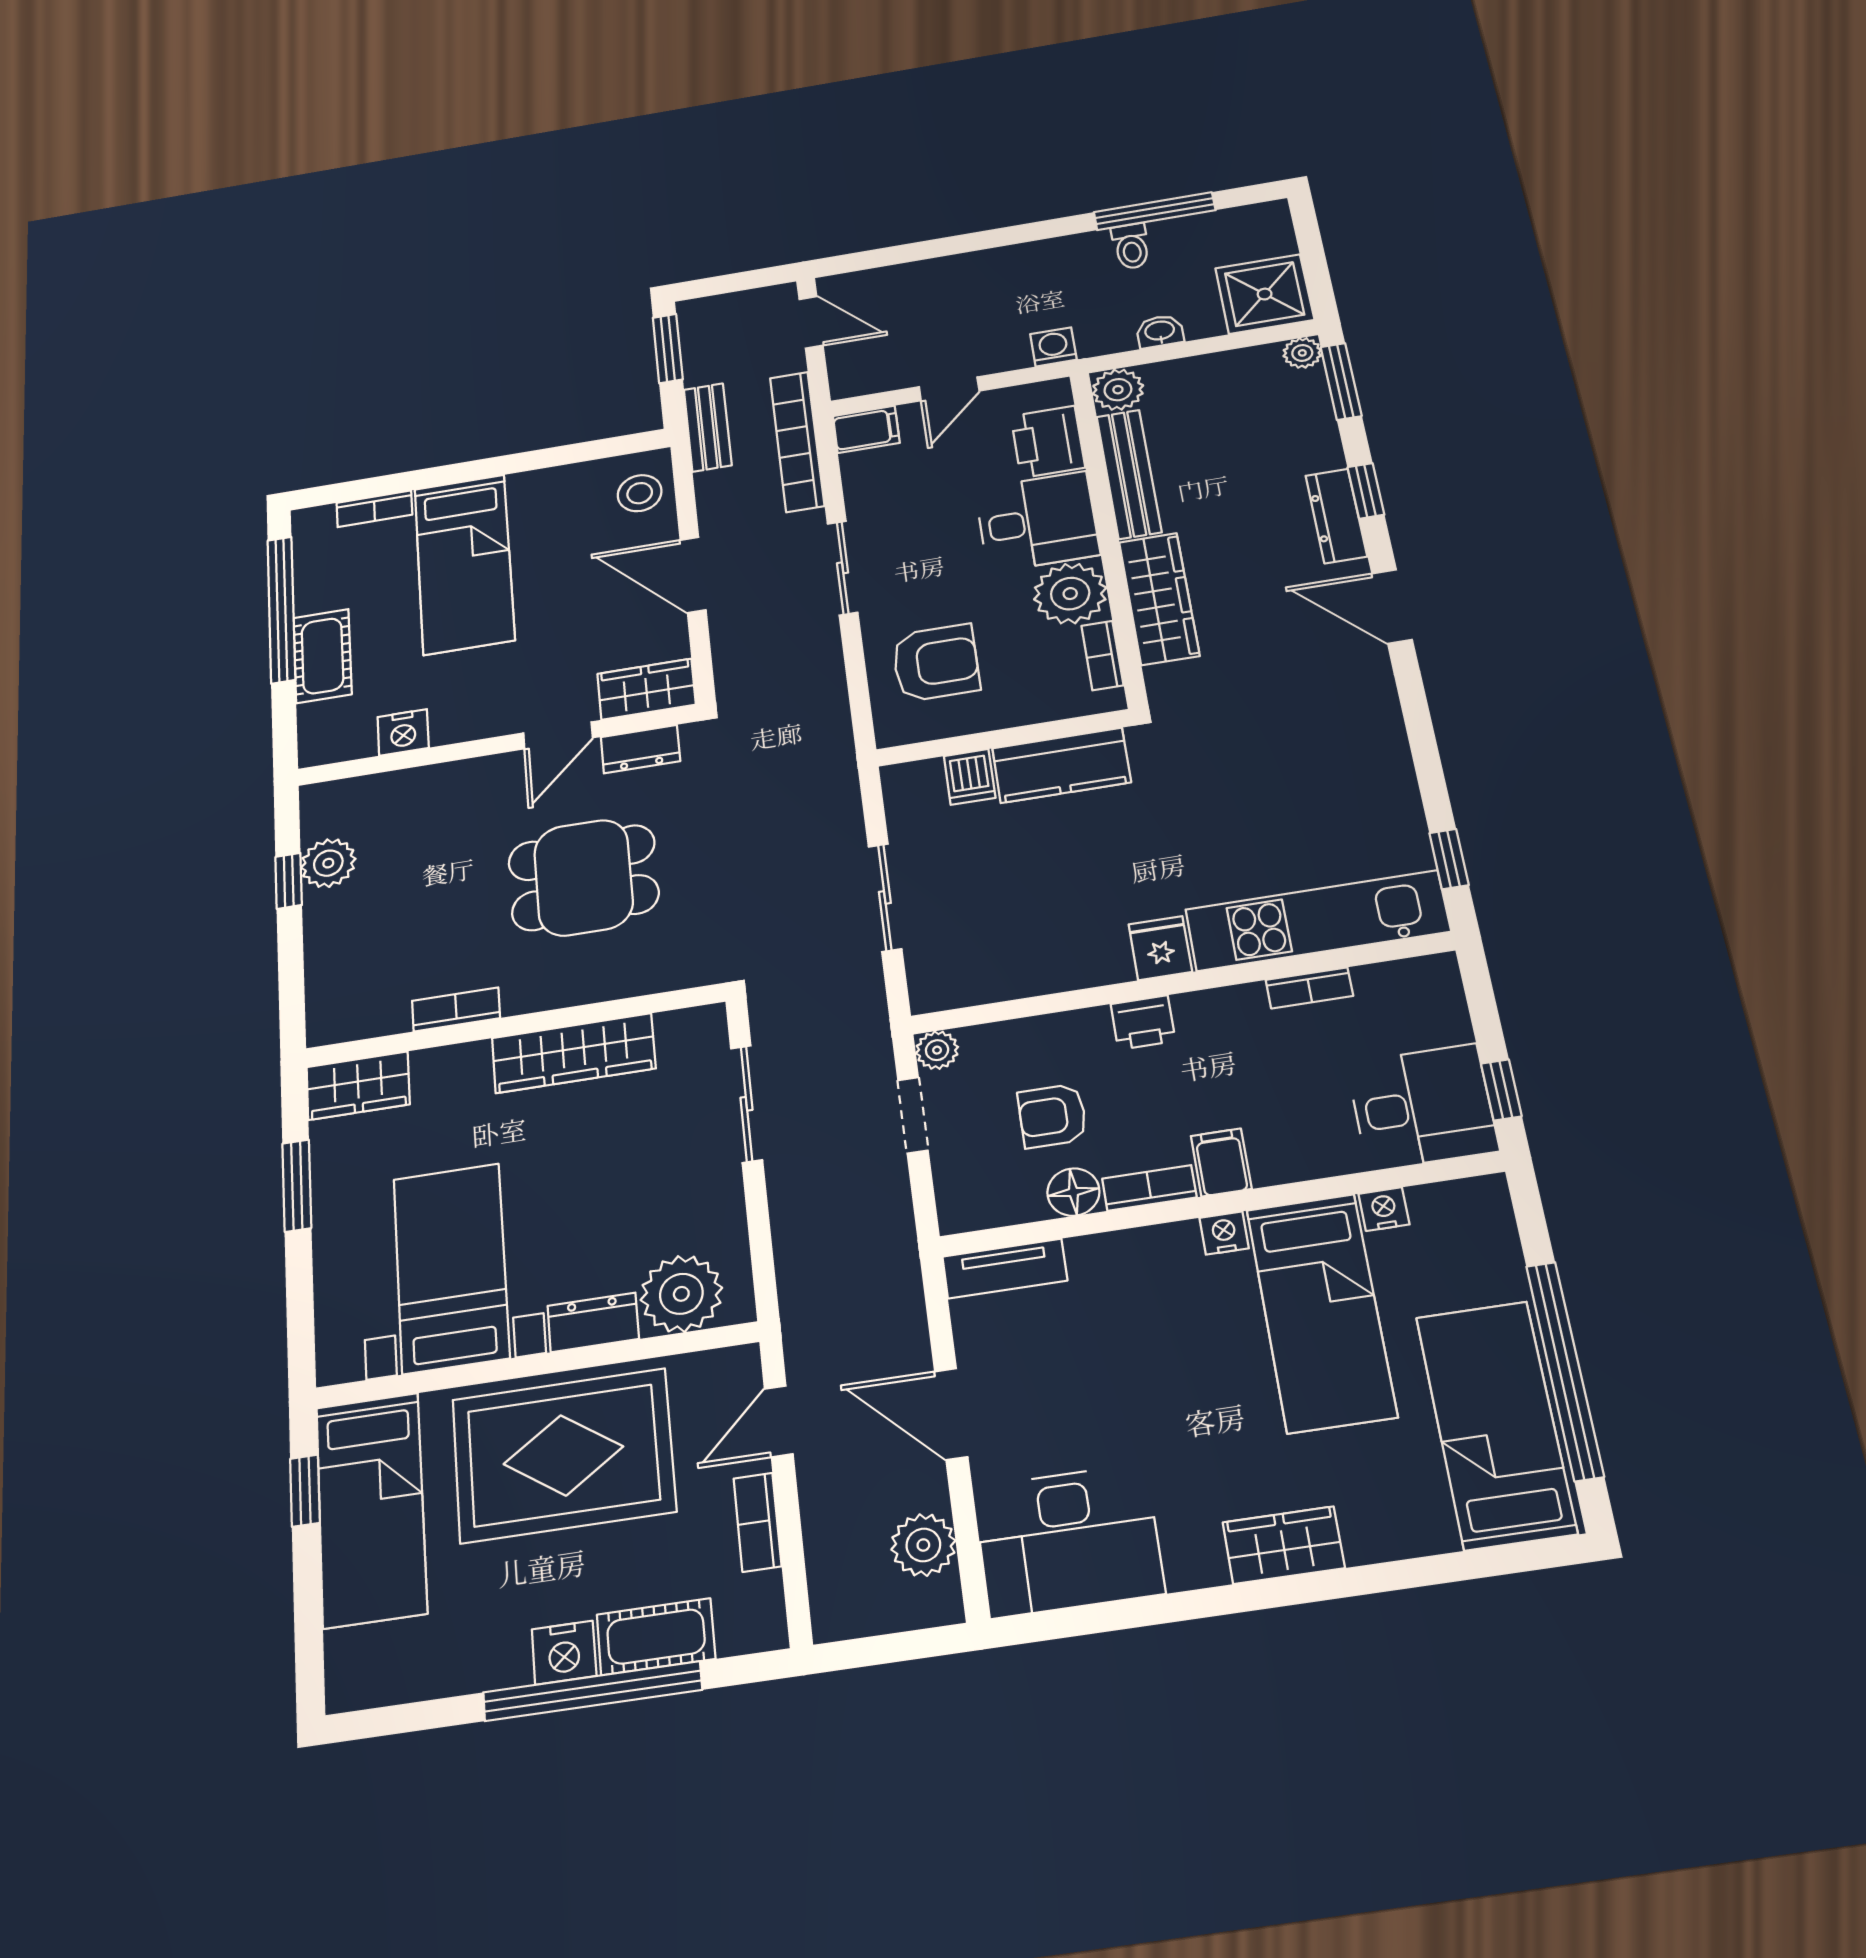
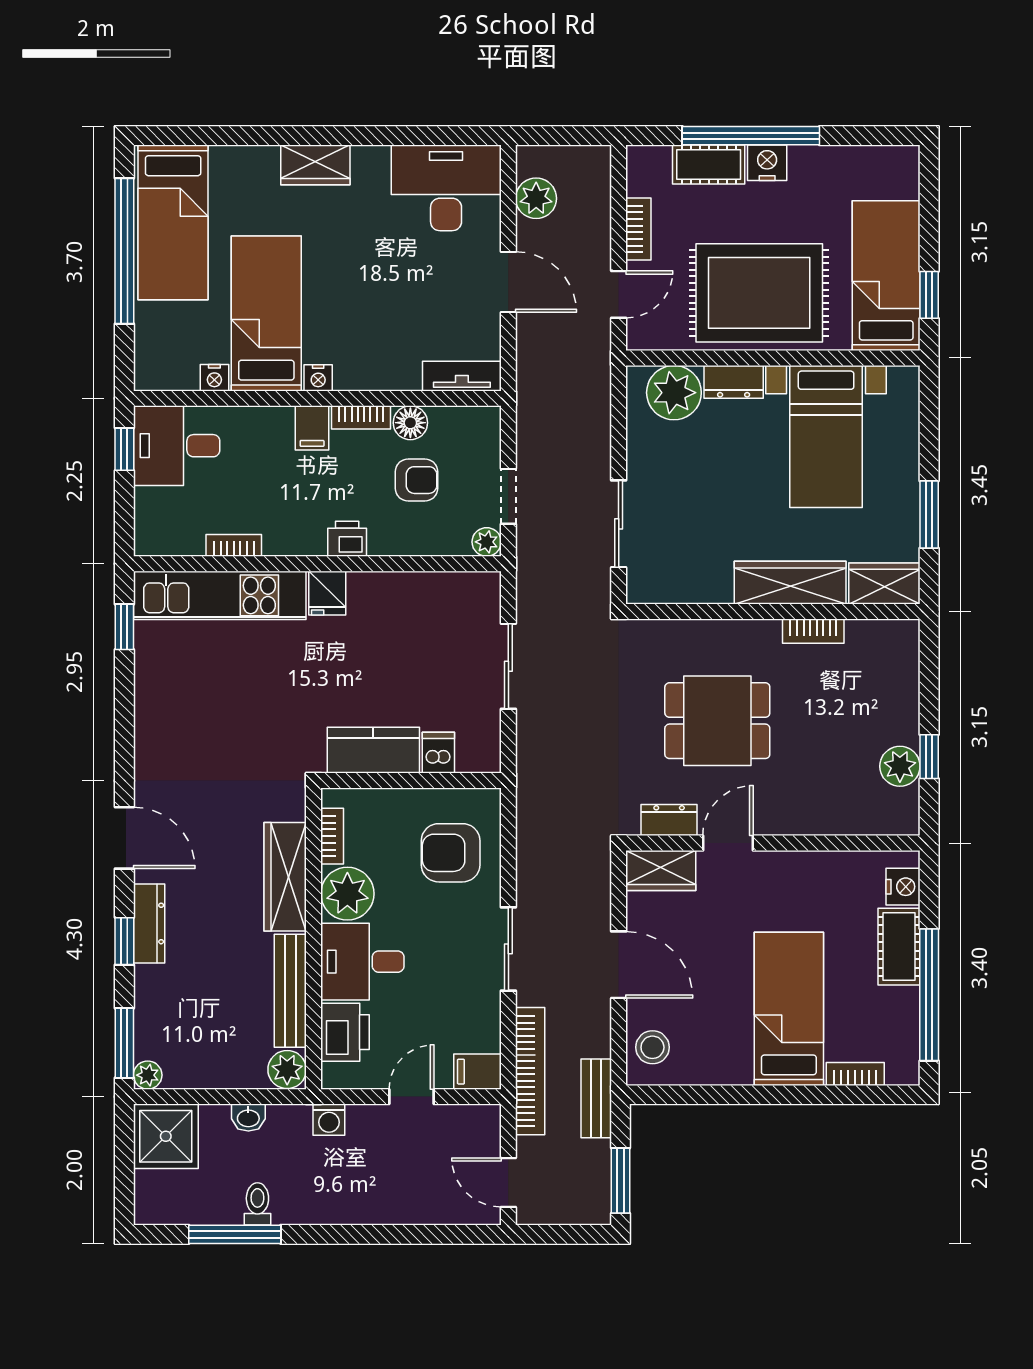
nightstand: (403, 732) -> (903, 887), moved, turned 90
wardrobe: (574, 1053) -> (790, 583), moved

